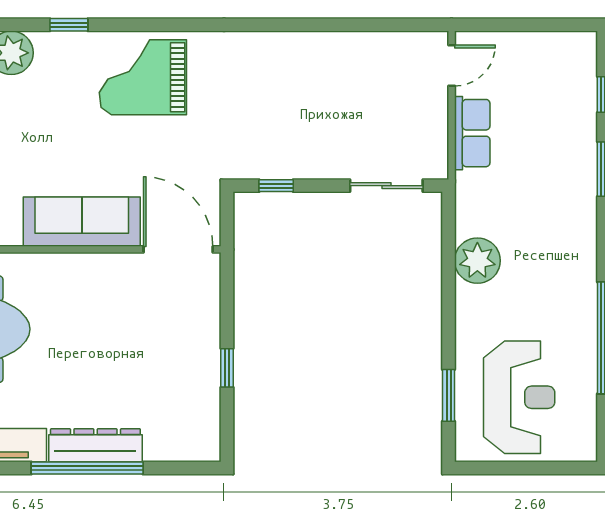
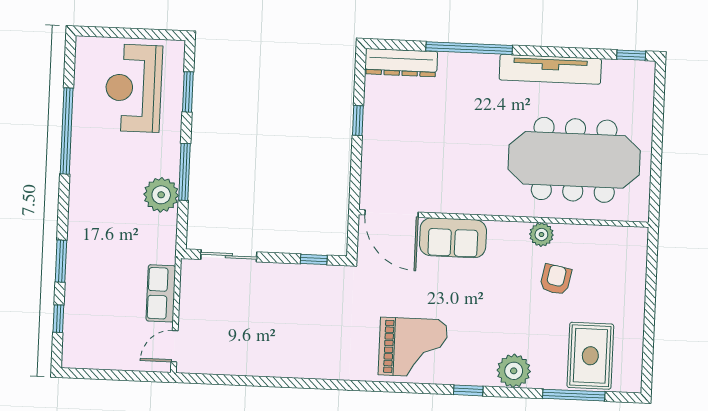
sofa: (82, 222) -> (453, 238), width x0.73
window: (449, 292) -> (184, 172), added
dresser: (95, 445) -> (401, 63), moved

